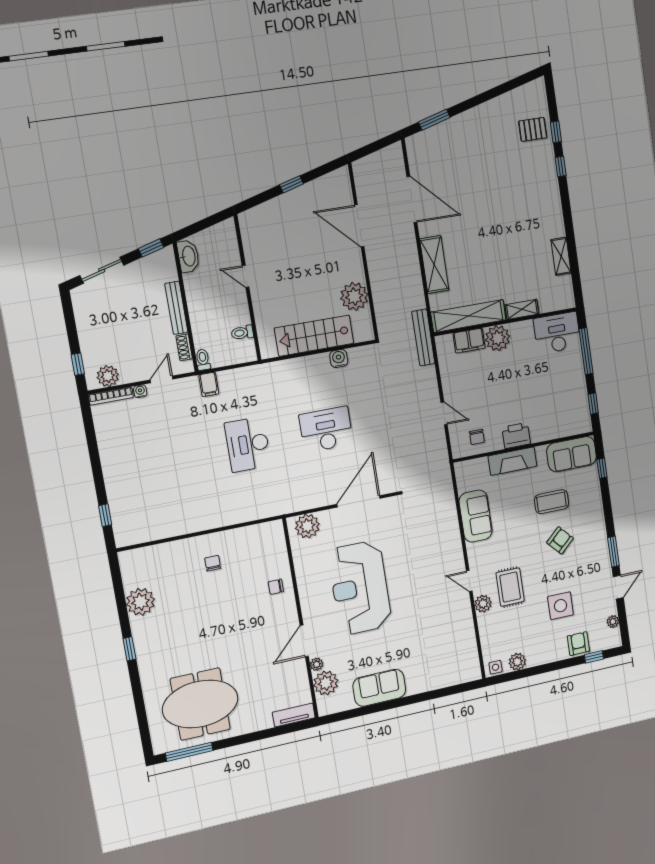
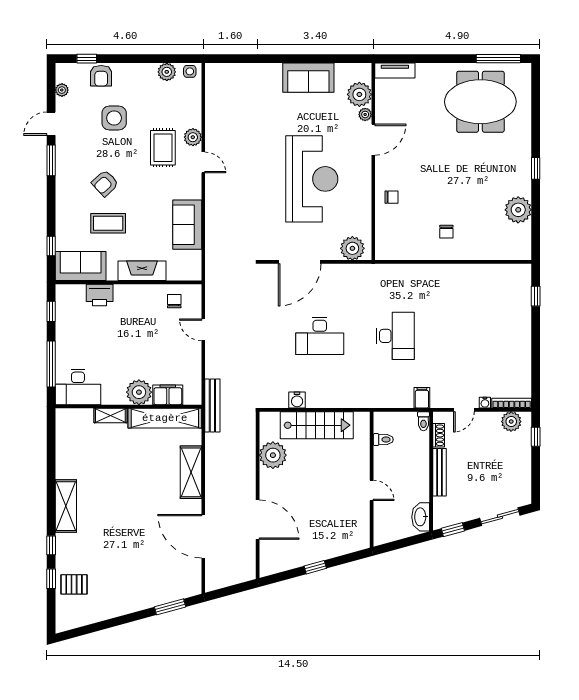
shelving: (561, 256) -> (66, 506), moved, width x1.50, depth x1.33
printer: (516, 436) -> (100, 295), moved

